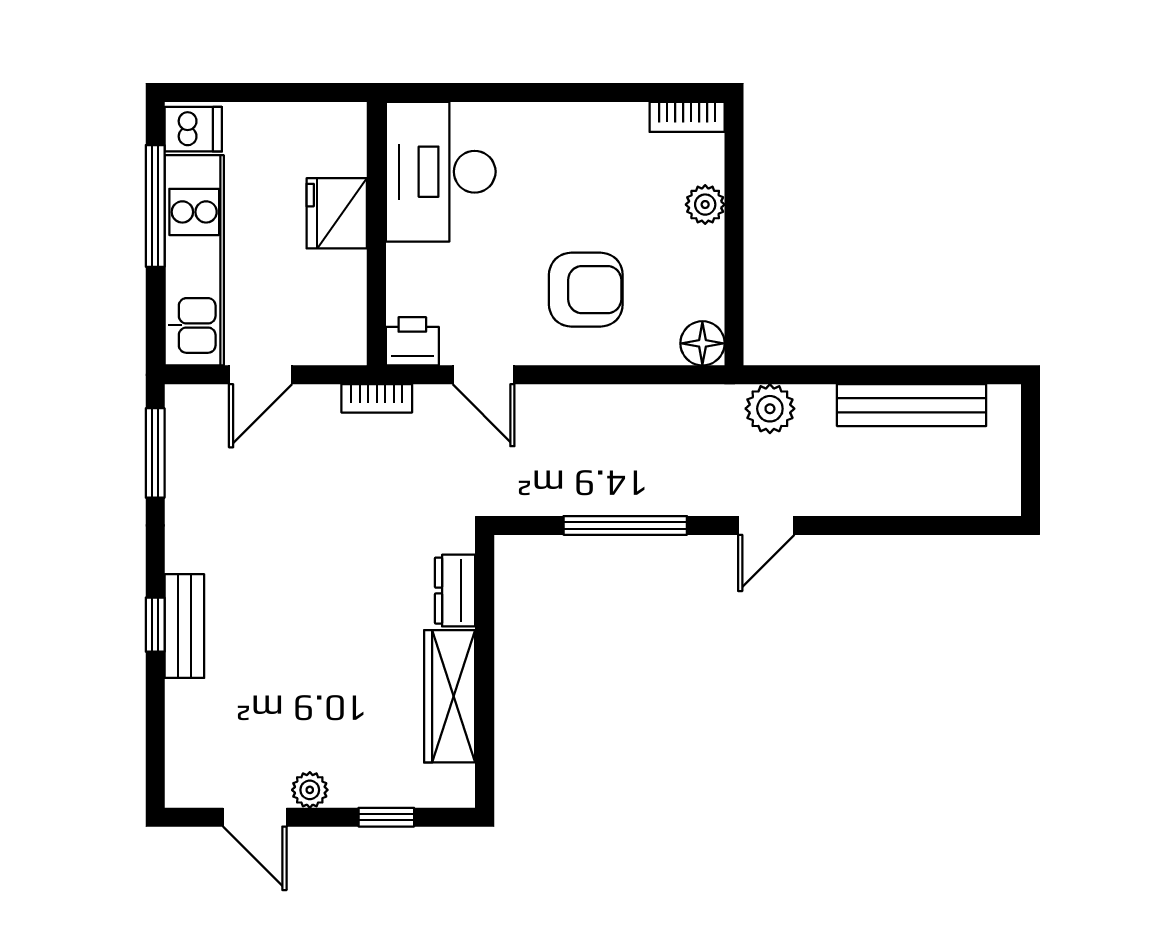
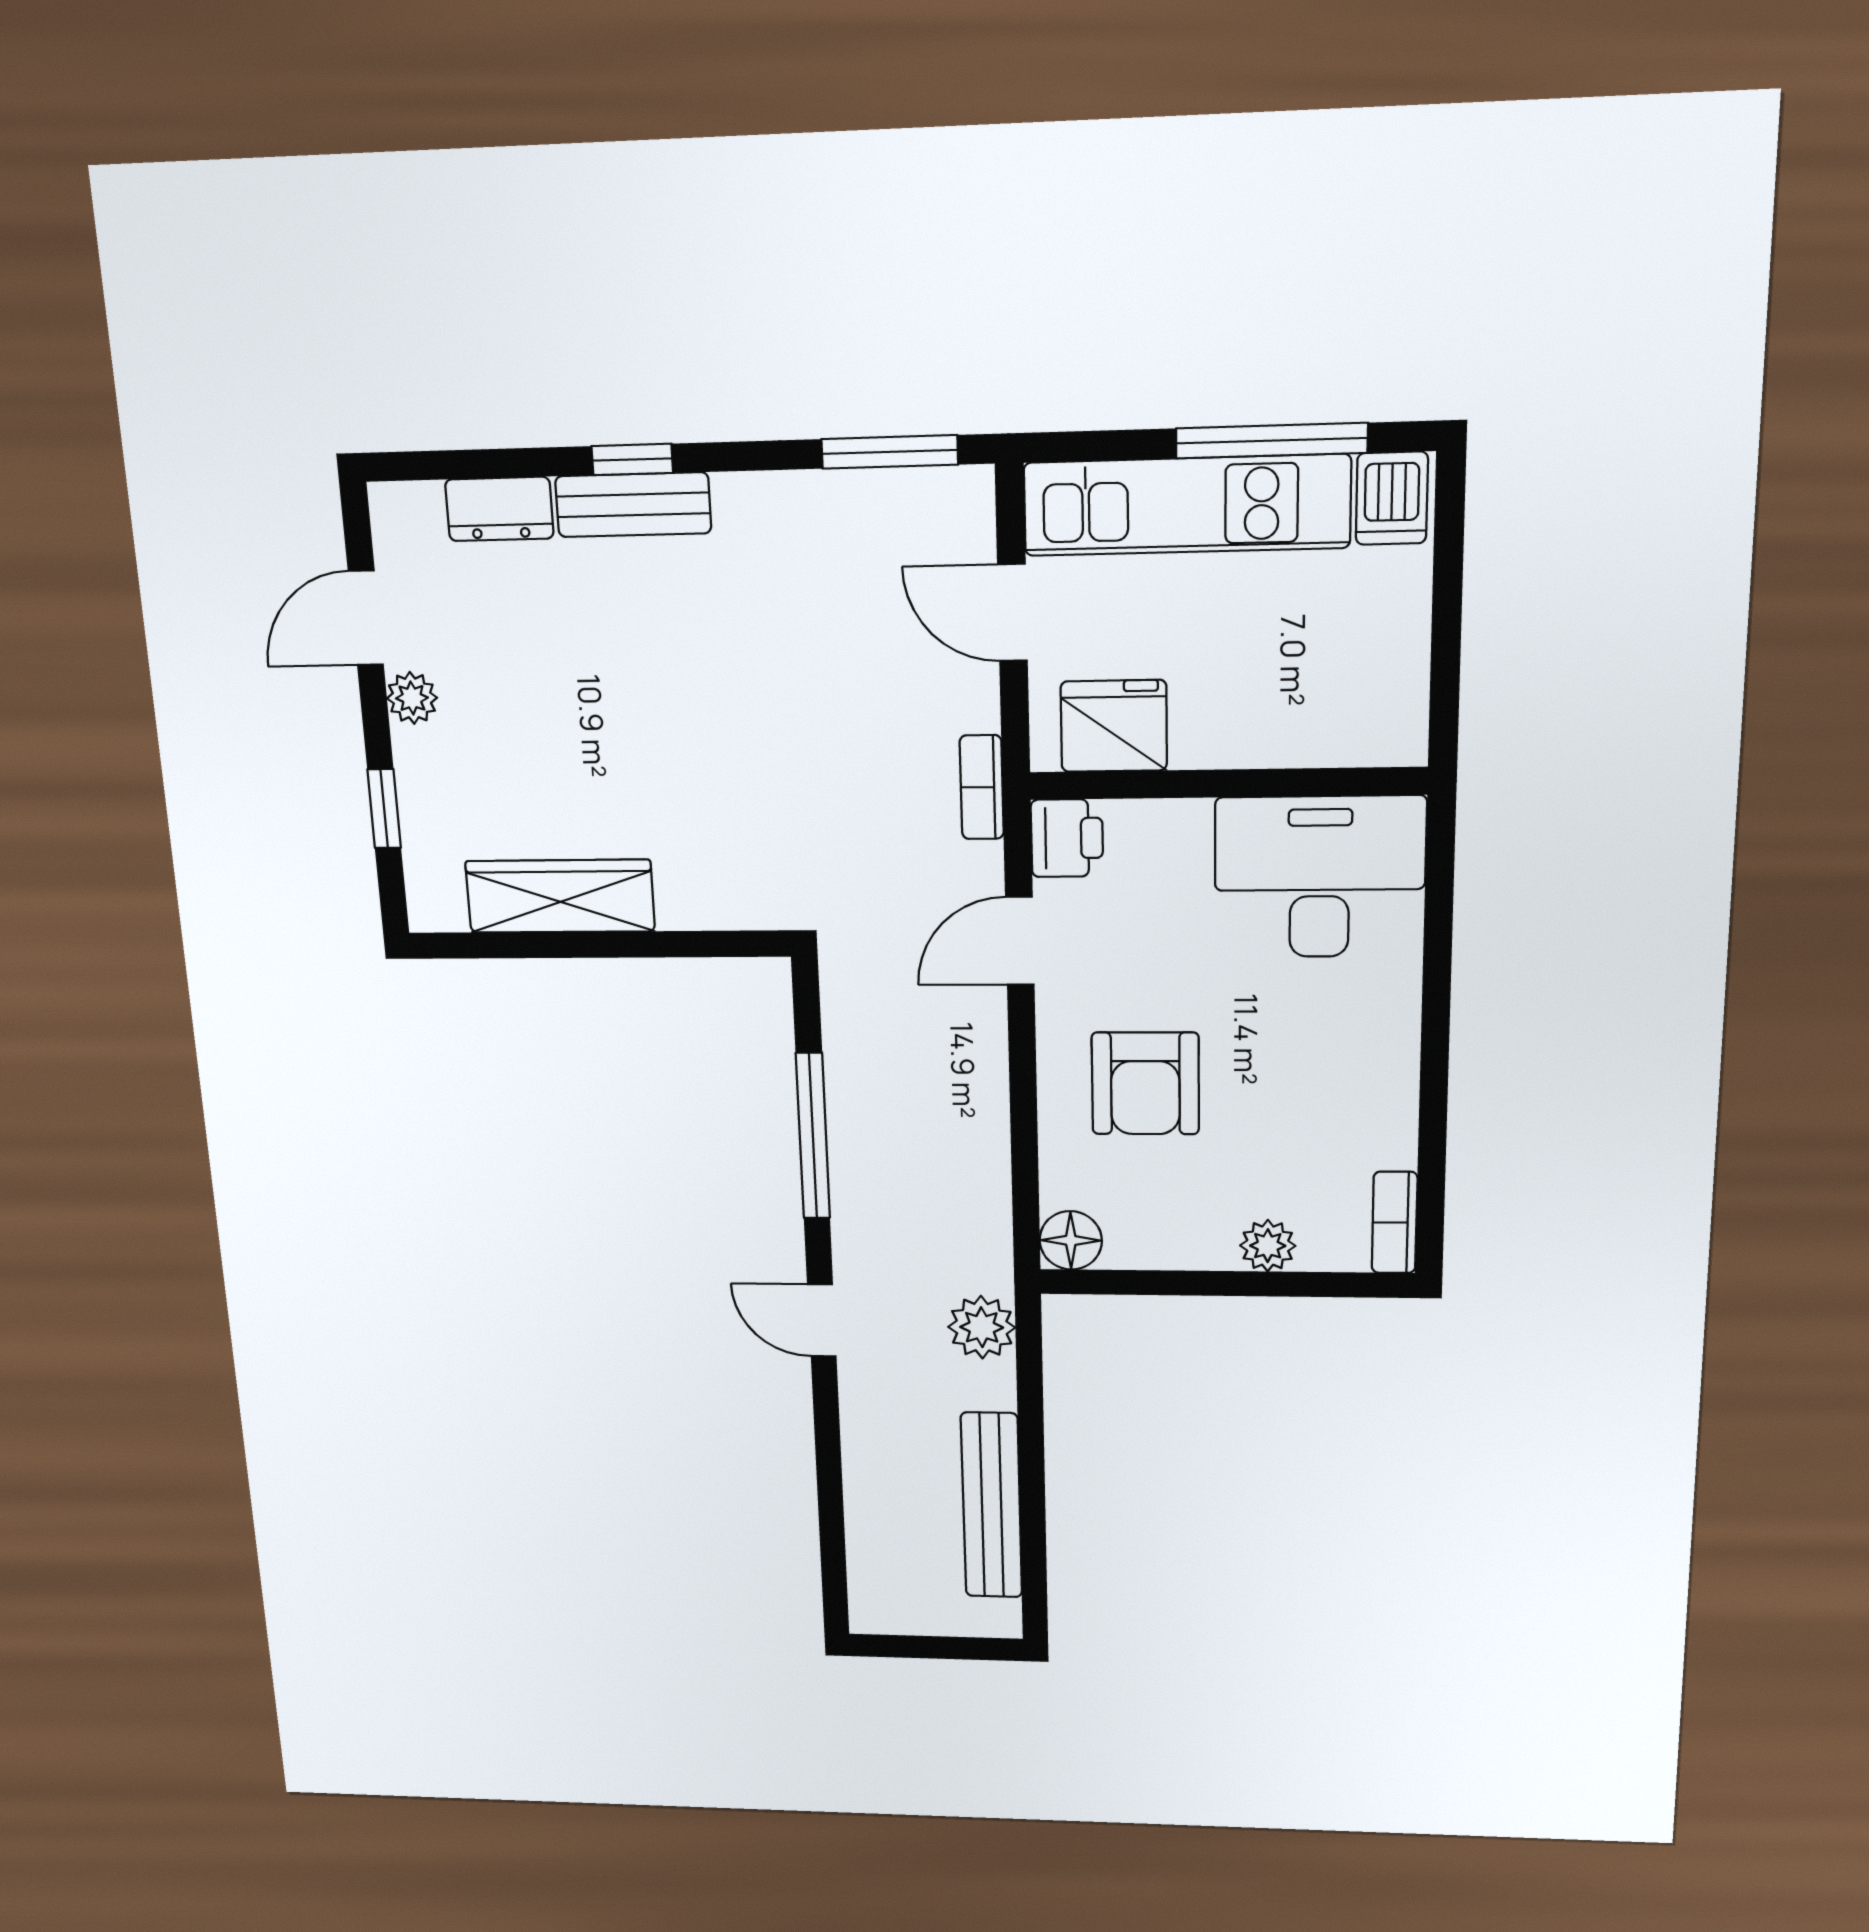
fridge: (337, 213) -> (1114, 726), moved
dresser: (455, 591) -> (499, 509), moved, turned 180

